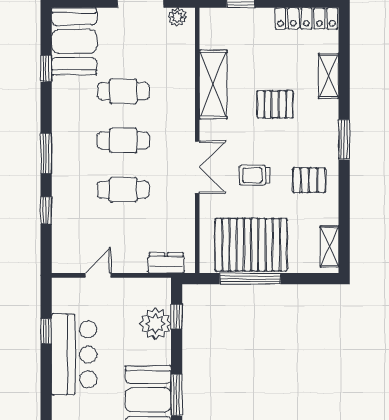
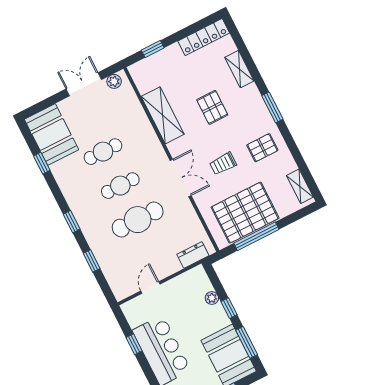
pallet: (275, 104) -> (212, 107), turned 90
window: (46, 153) -> (72, 222), width x0.67
cafe table: (123, 190) -> (138, 220), width x1.37, depth x1.35
window: (177, 316) -> (229, 308), moved
plant: (155, 324) -> (212, 298), width x0.53, depth x0.53

